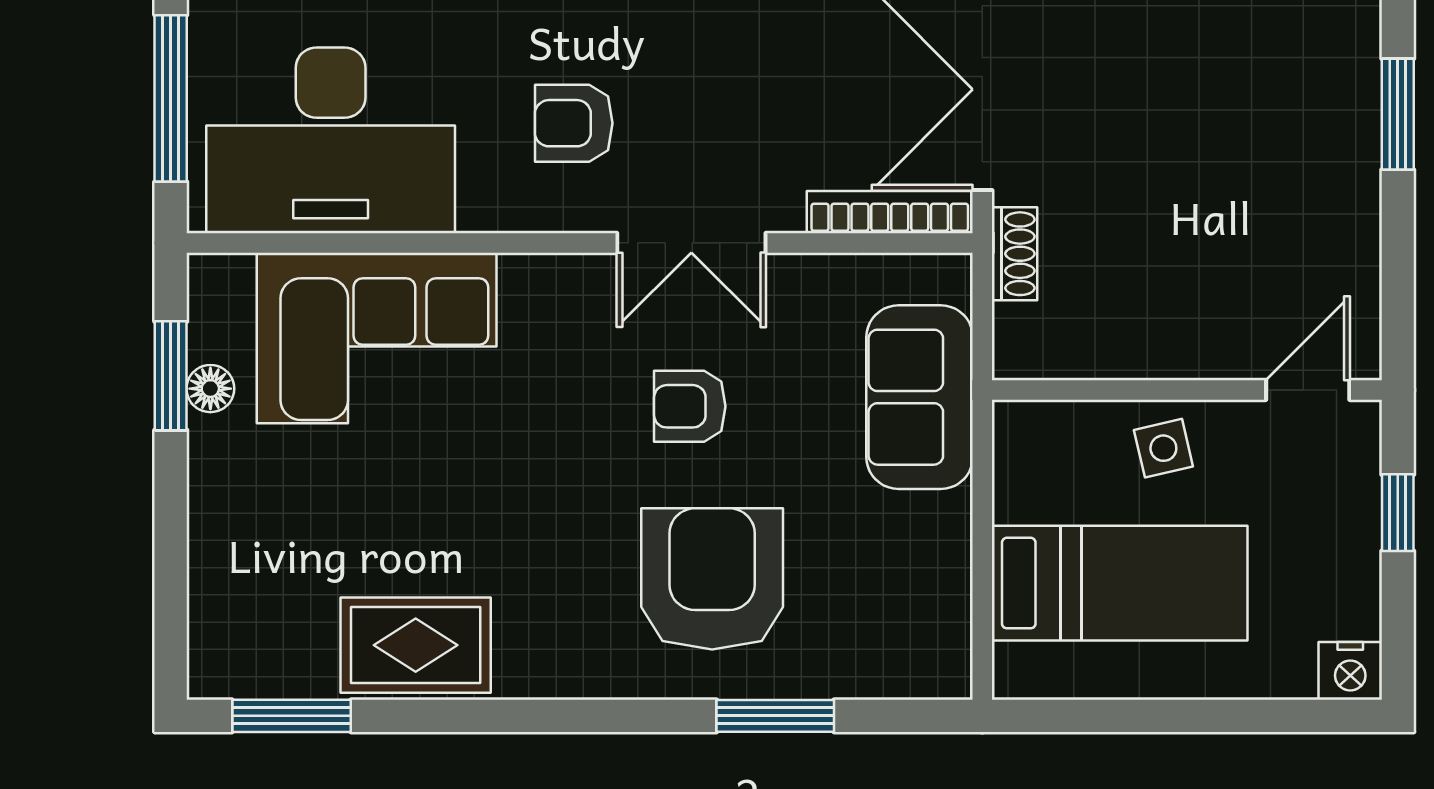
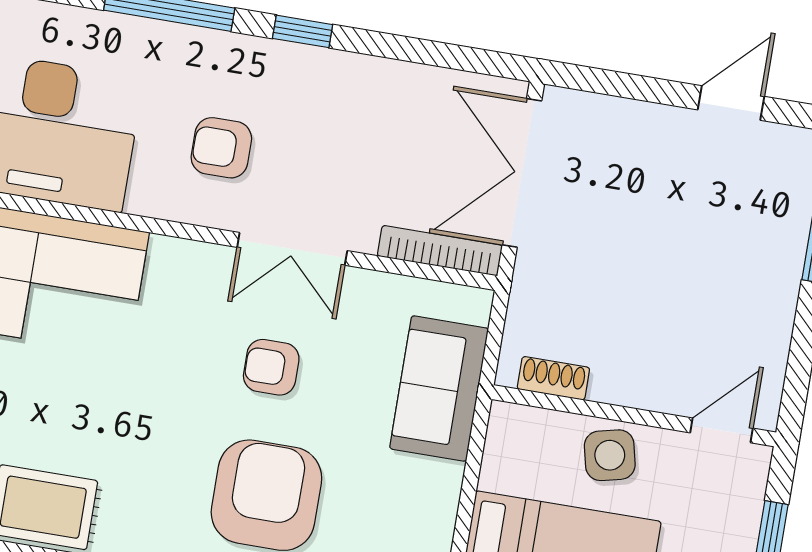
shoe rack: (1015, 254) -> (553, 378), moved, turned -90
side table: (1163, 448) -> (610, 455), width x1.37, depth x1.37

